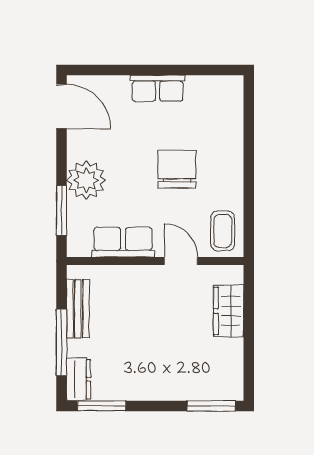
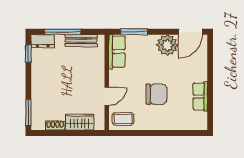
row of seats: (158, 88) -> (200, 96), moved
plant: (86, 180) -> (167, 45), moved
row of seats: (123, 242) -> (117, 52), moved
shoe rack: (235, 356) -> (55, 126), added
window: (102, 406) -> (28, 53), width x0.67

